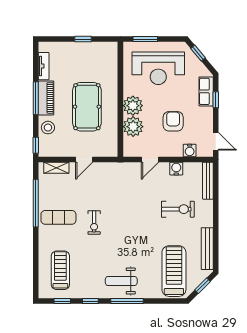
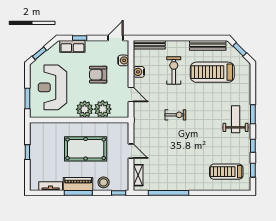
reception desk: (158, 68) -> (53, 87), turned 180
exercise mat: (58, 217) -> (181, 173), removed
exercise bike: (94, 222) -> (175, 115), moved
treadmill: (174, 271) -> (212, 72), moved
weight bench: (121, 281) -> (236, 119), turned 180
window: (127, 301) -> (253, 114), width x0.69

